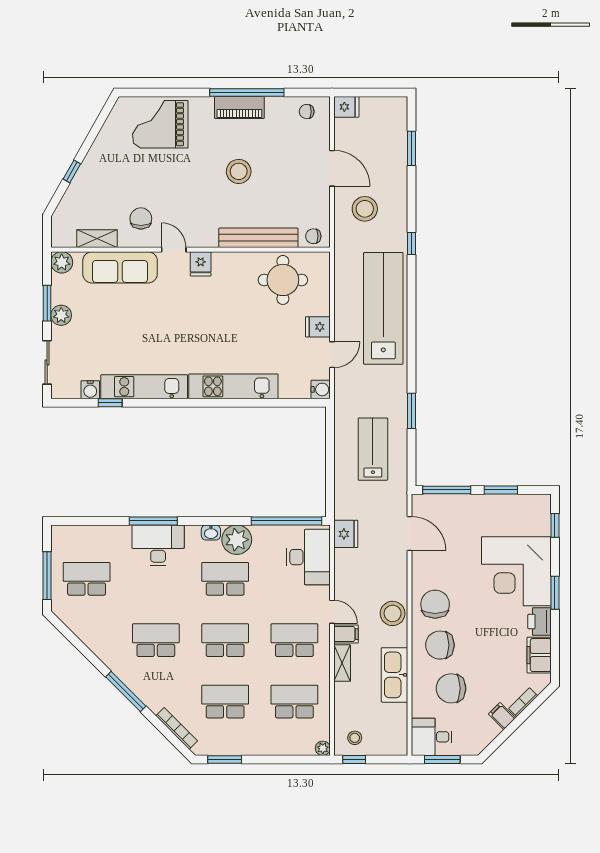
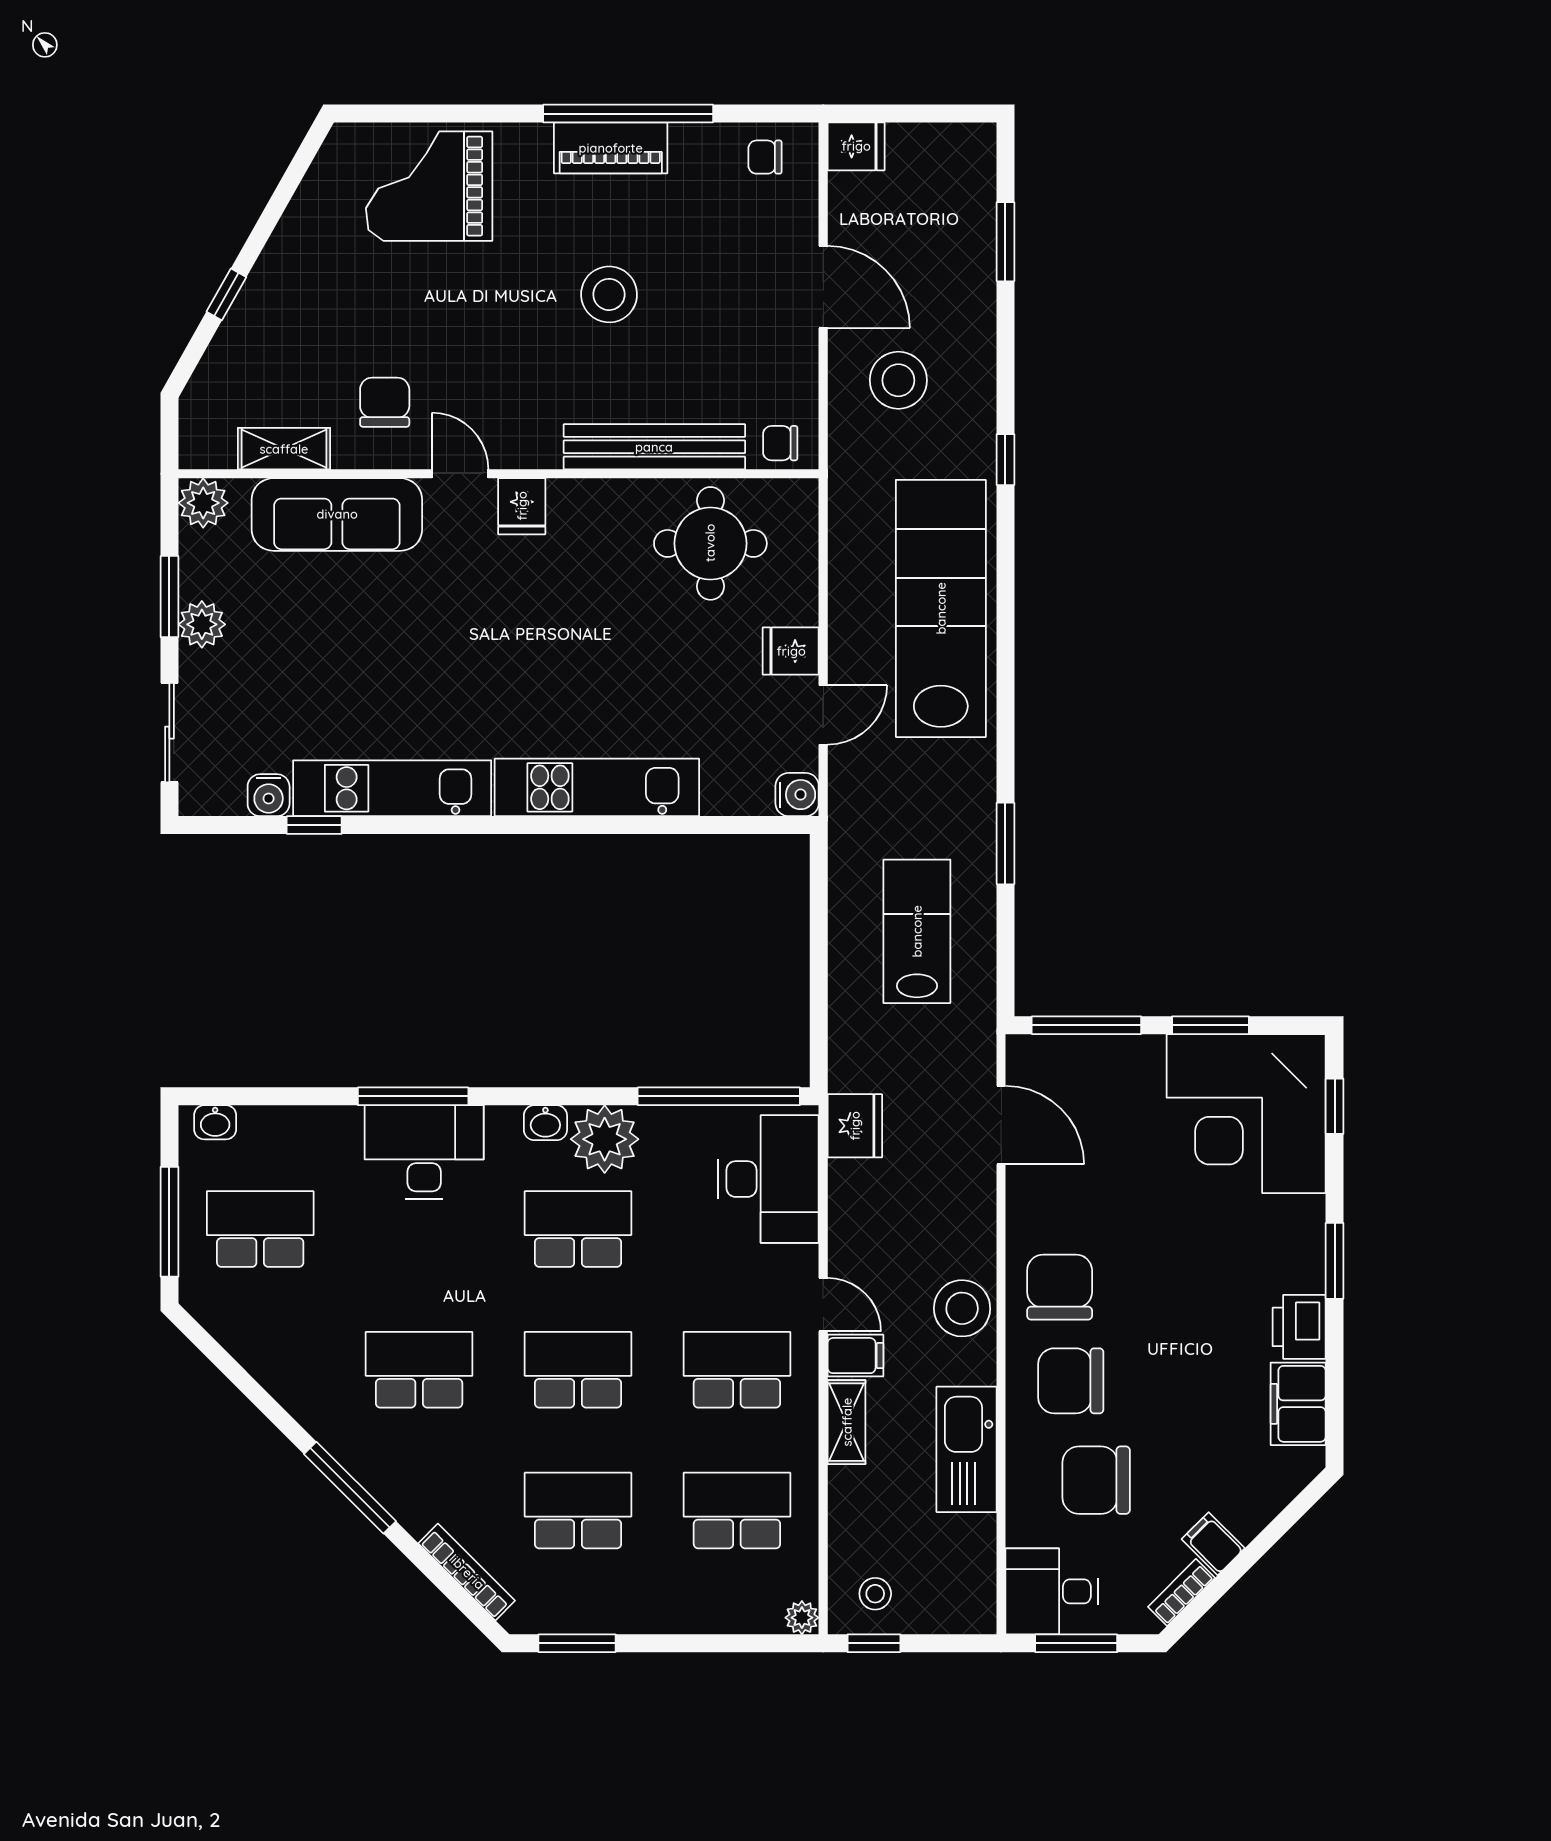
washbasin: (67, 532) -> (215, 1122), added
corner desk: (516, 571) -> (1246, 1114), moved
bookcase: (523, 702) -> (1181, 1592), moved

